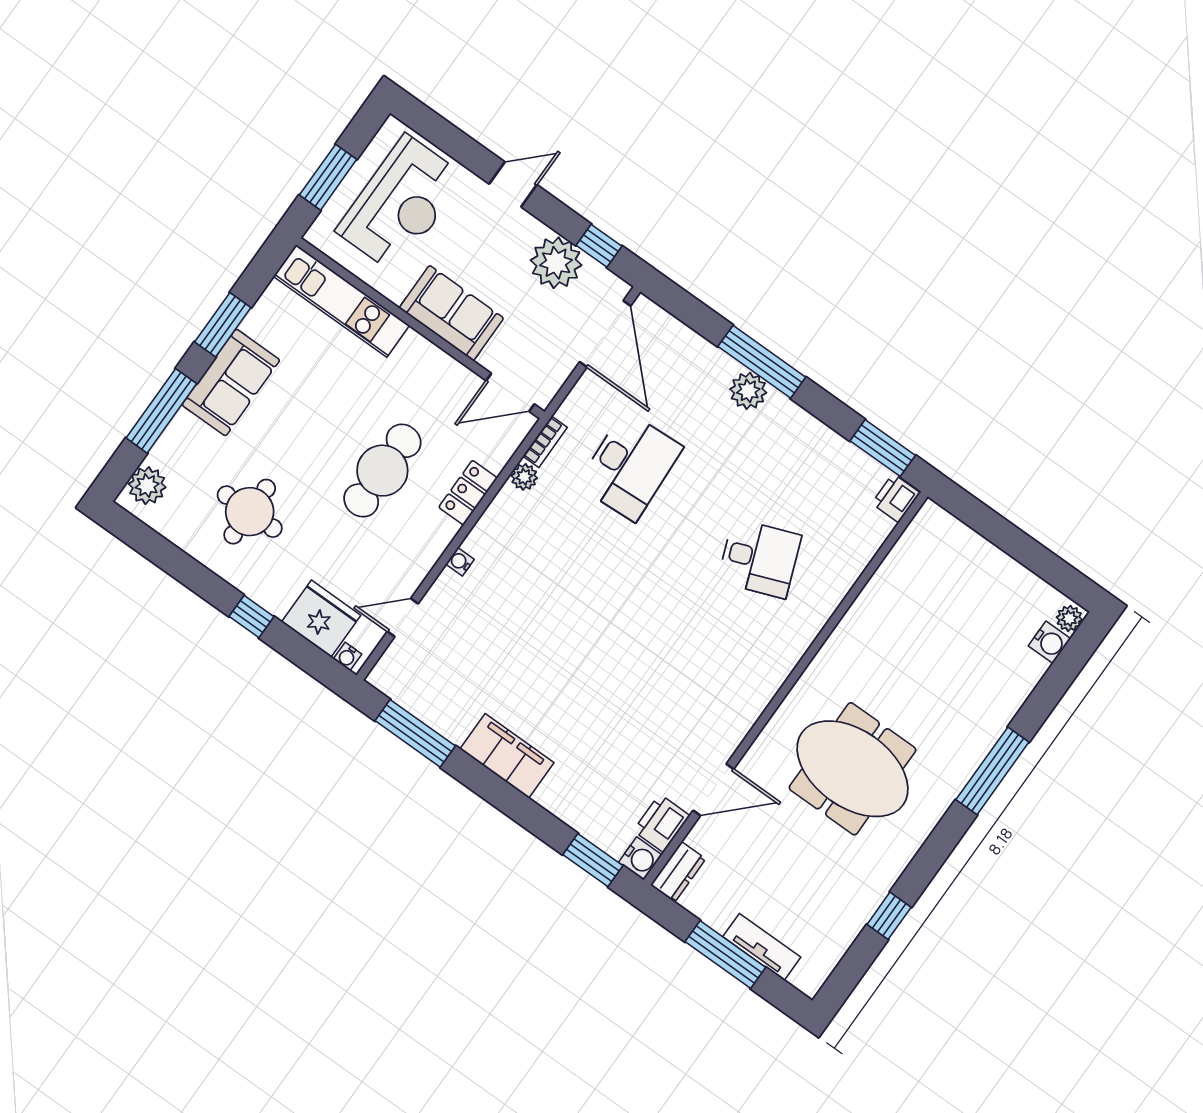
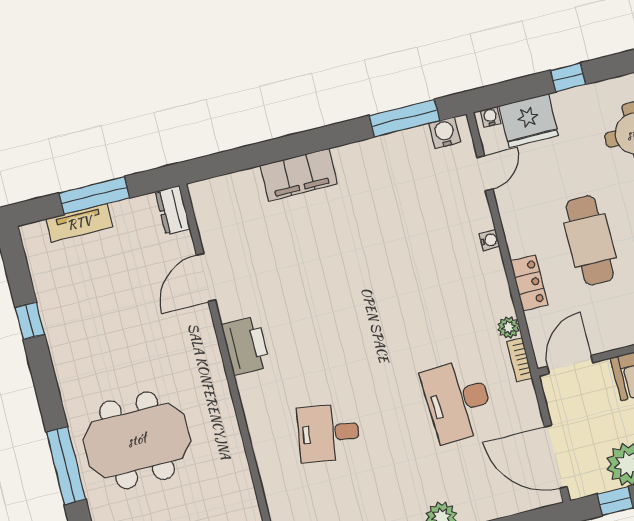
desk: (759, 558) -> (328, 433), turned 30
filing cabinet: (507, 756) -> (299, 175), moved
meeting table: (853, 769) -> (137, 440), moved
printer: (661, 823) -> (246, 346), moved, width x1.37, depth x1.19
water cooler: (640, 859) -> (445, 133), moved, turned 90
window: (593, 860) -> (227, 162), removed

